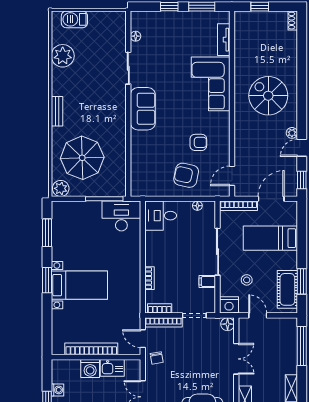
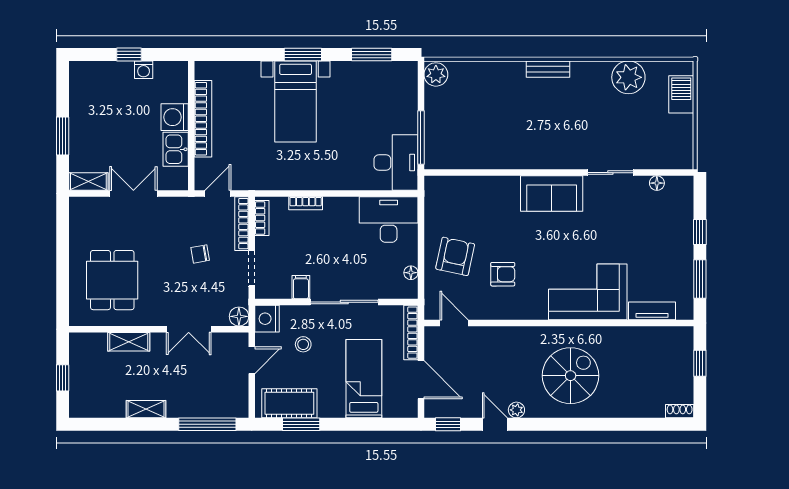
armchair: (198, 142) -> (503, 274), turned -90
parasol: (82, 158) -> (480, 106), removed
desk: (161, 216) -> (389, 219), width x1.37
chair: (157, 358) -> (200, 254), moved

